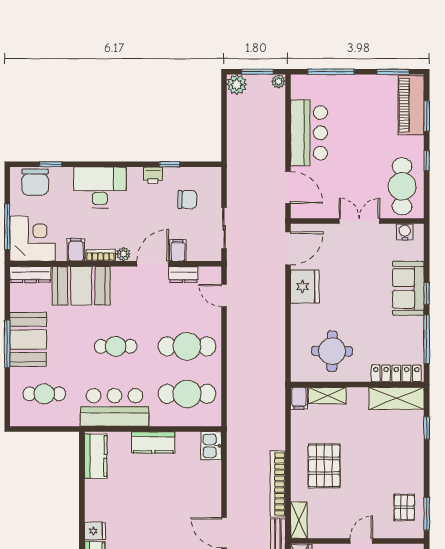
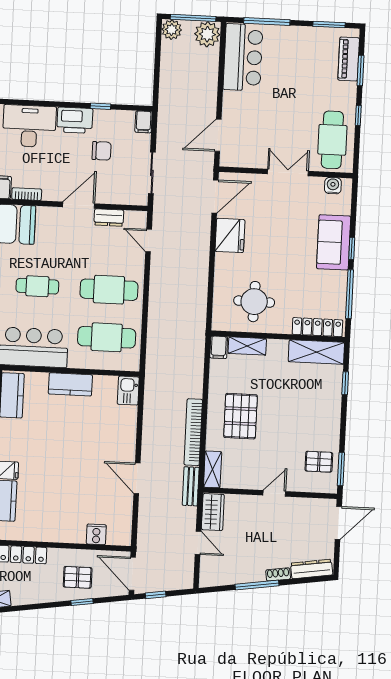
window: (258, 72) -> (193, 18), width x1.44
plant: (278, 81) -> (207, 34), width x1.87, depth x1.87
piano: (411, 105) -> (349, 59), width x0.73, depth x0.75
bar counter: (309, 133) -> (243, 57), moved
printer: (153, 175) -> (75, 120), width x1.87, depth x1.48
door: (288, 187) -> (218, 135), swing flipped
chair: (187, 199) -> (102, 151), moved
filing cabinet: (178, 250) -> (144, 122), moved, turned 180
plant: (123, 254) -> (50, 194), removed
pallet: (404, 507) -> (319, 462), turned 90

